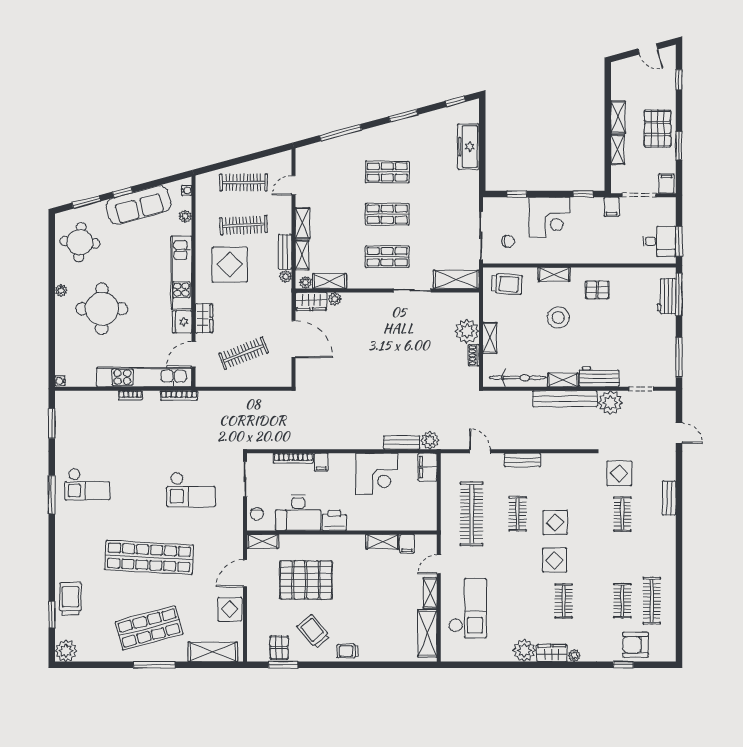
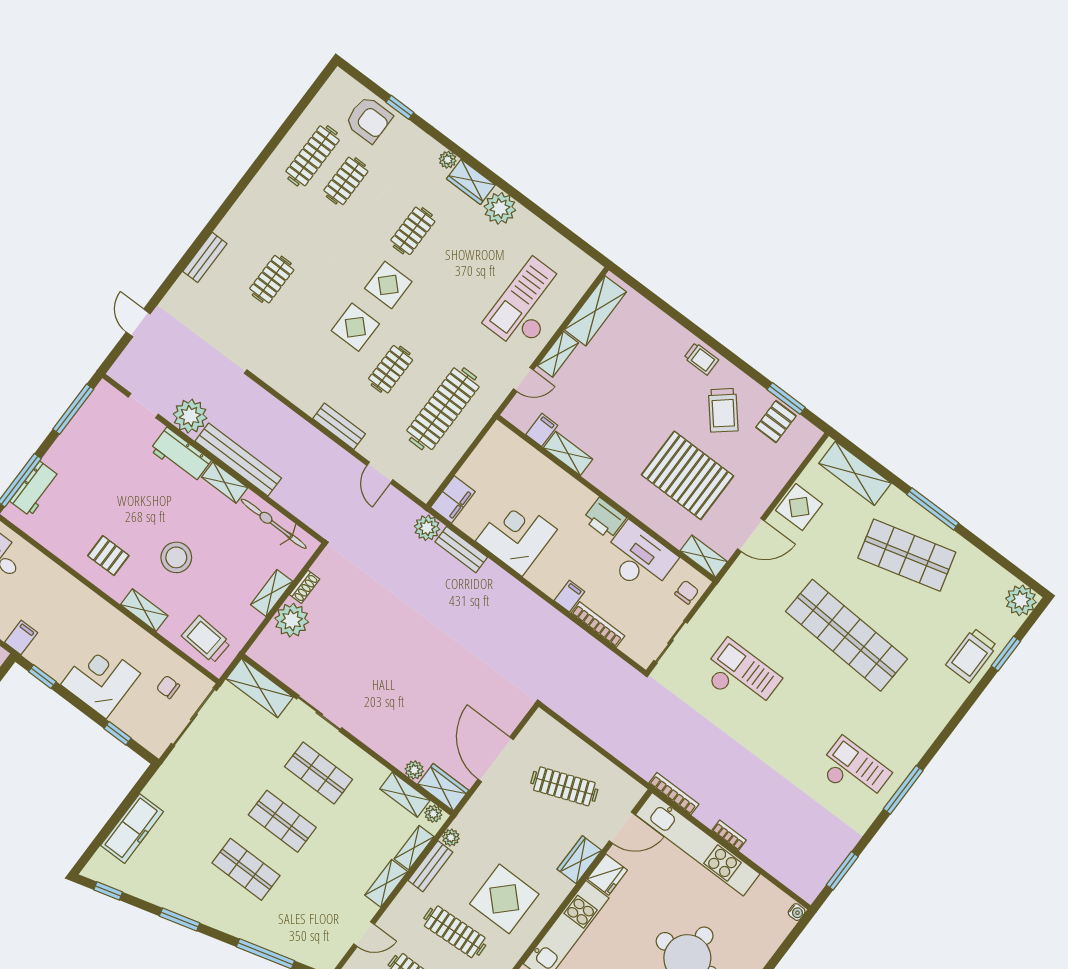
display table: (619, 473) -> (240, 328), removed

